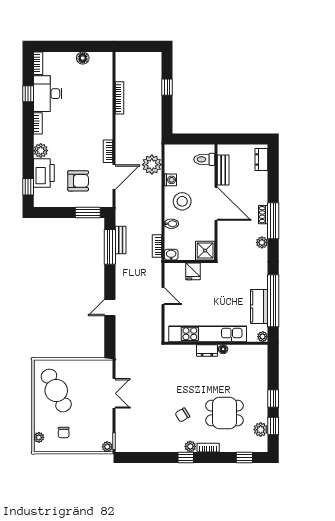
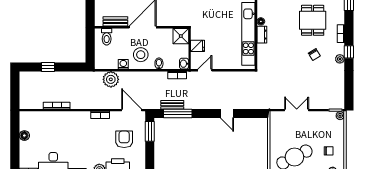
door: (114, 177) -> (132, 110), moved
door: (163, 296) -> (205, 70), moved
plant: (190, 446) -> (340, 59), moved

